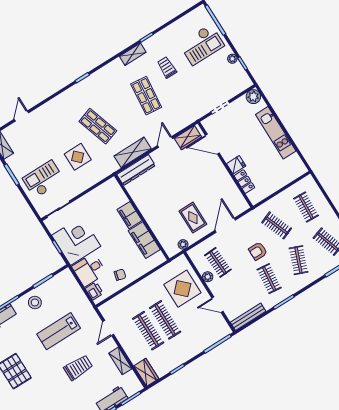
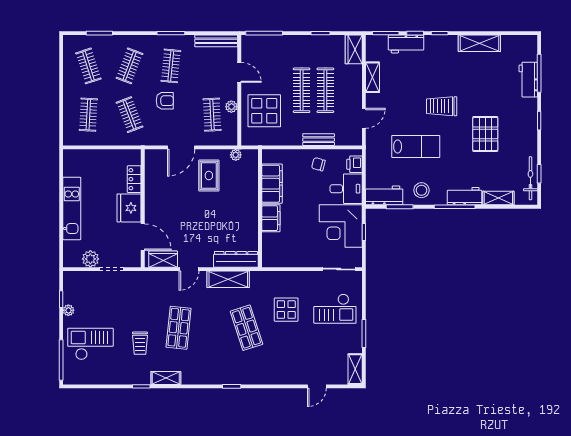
plant: (253, 97) -> (90, 259), moved
fridge: (236, 165) -> (129, 208), width x1.88, depth x1.34
workbench: (59, 282) -> (384, 195), added
bench: (131, 292) -> (319, 140), added
trolley: (78, 368) -> (442, 106), moved

